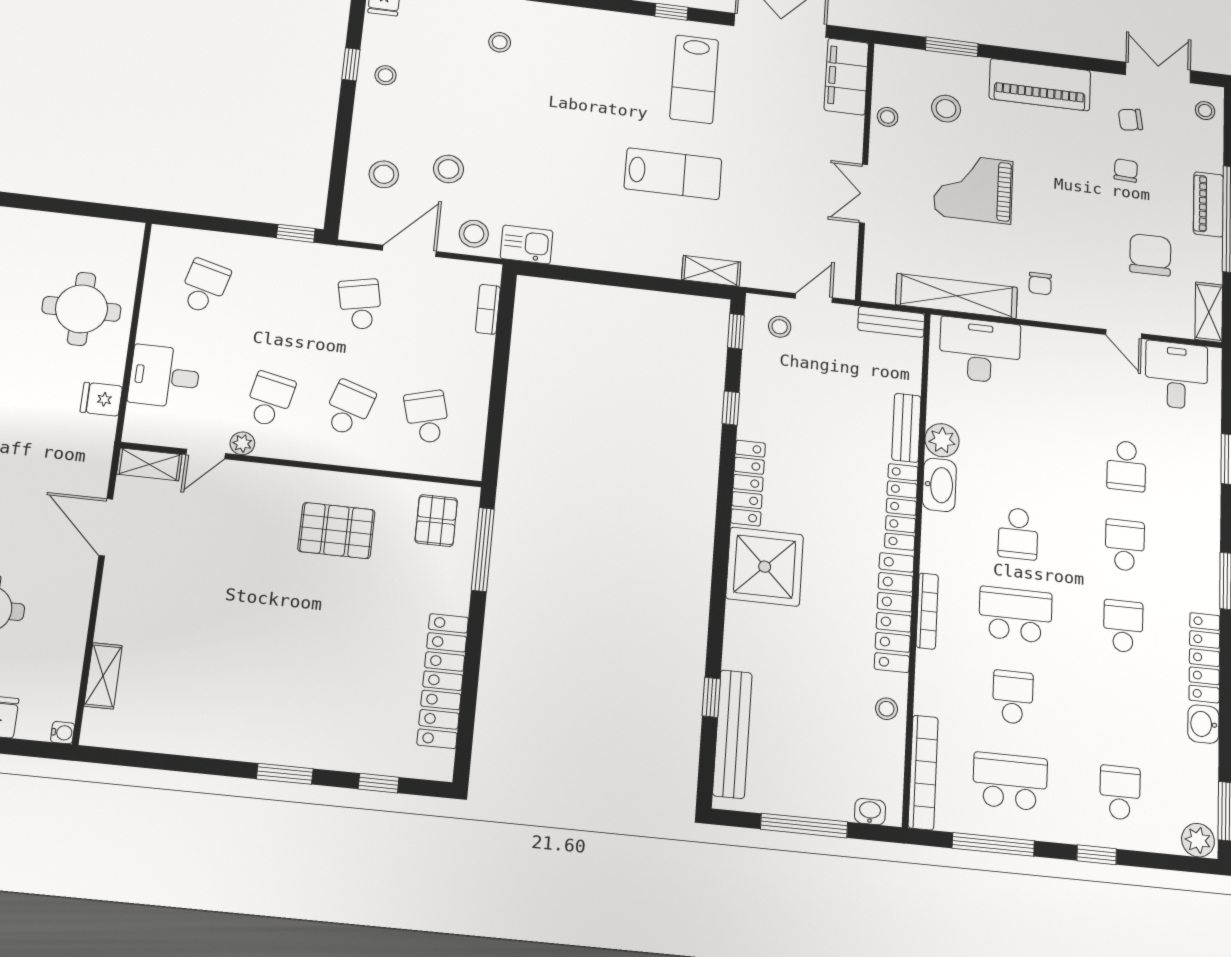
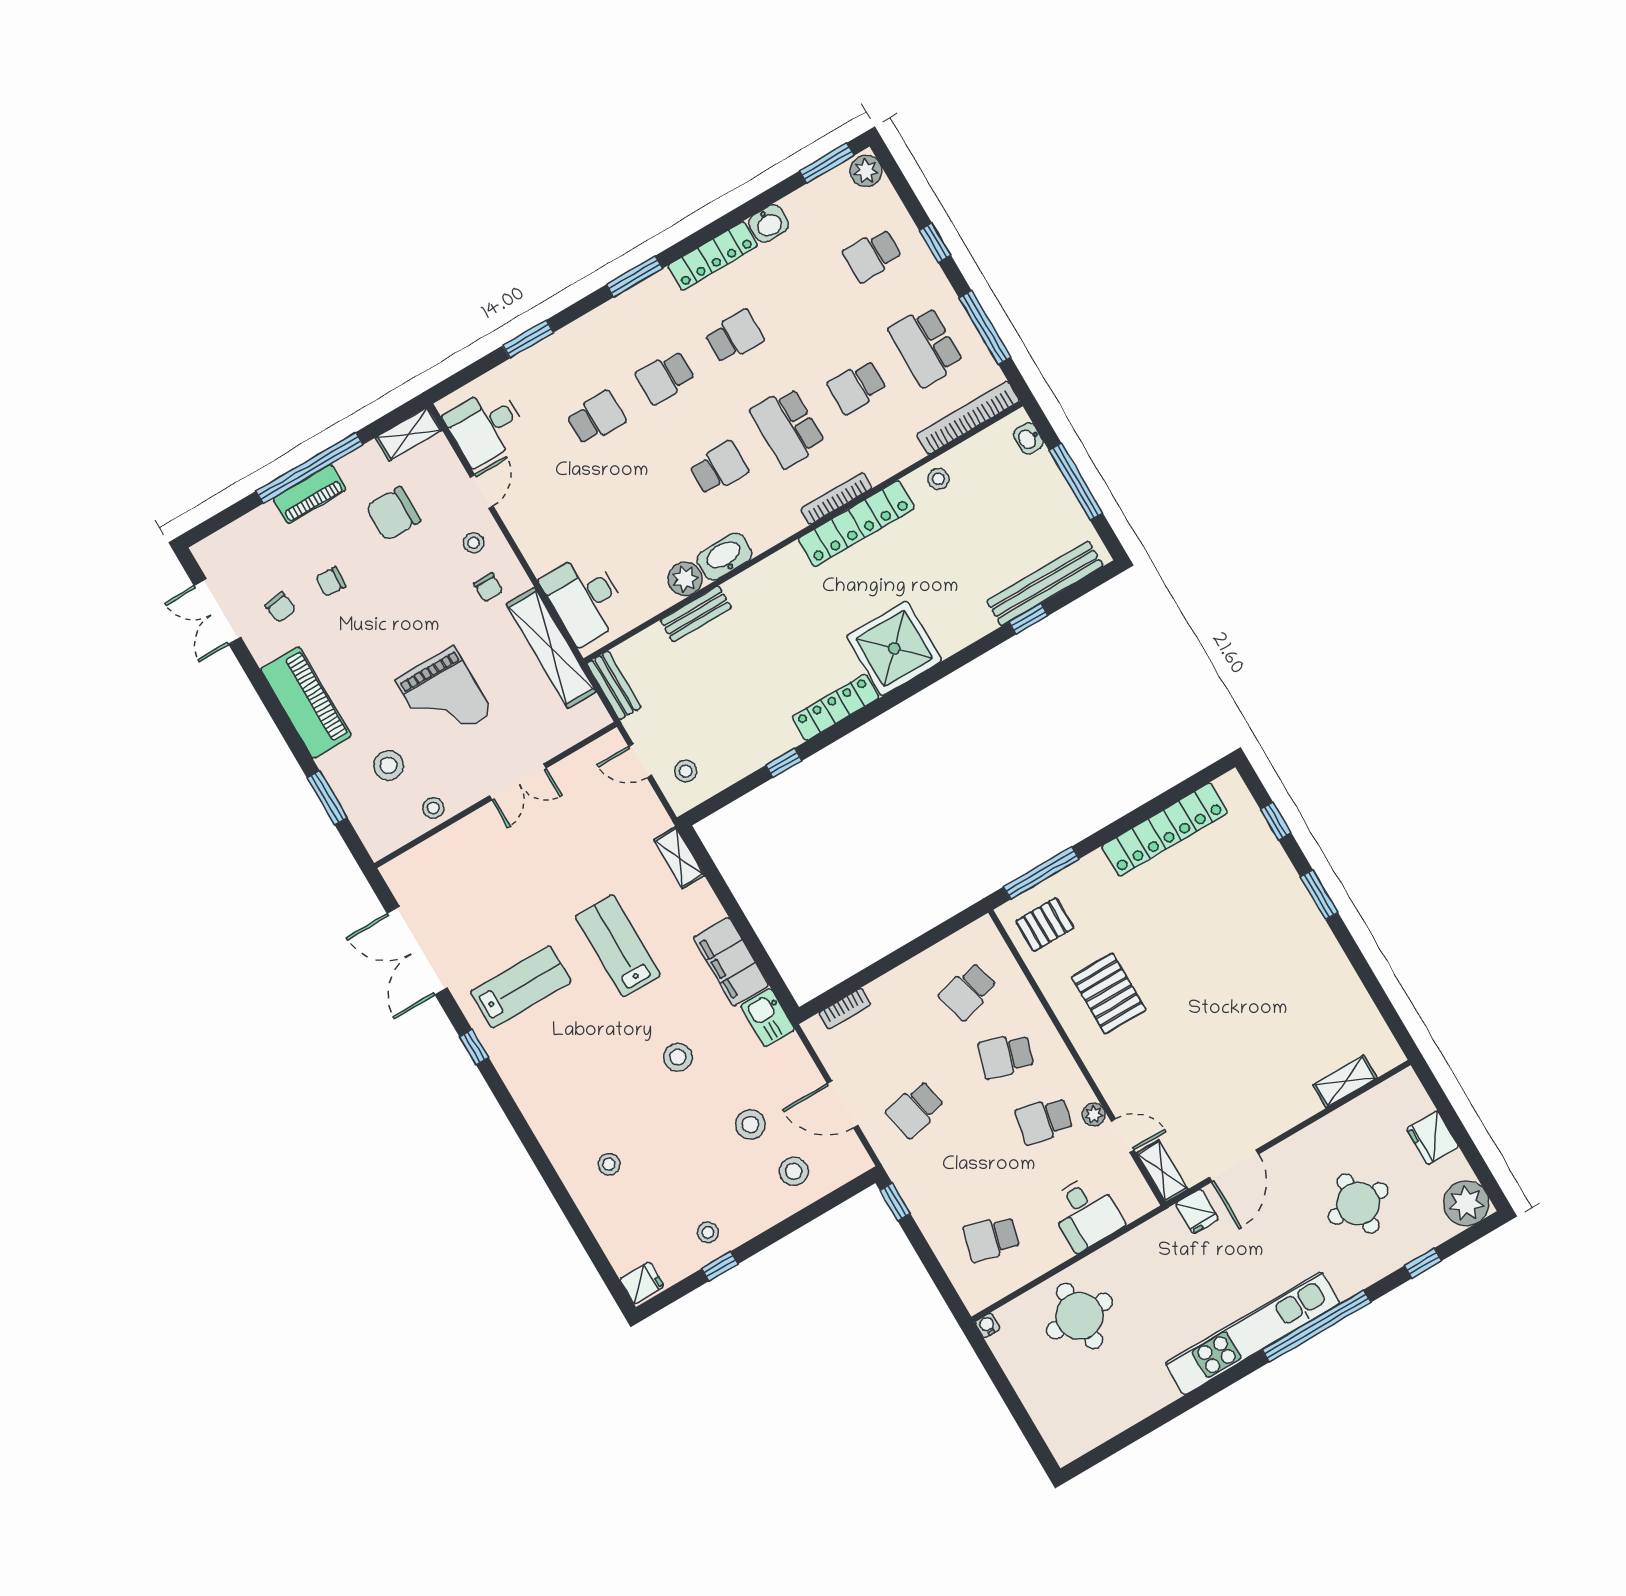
filing cabinet: (846, 77) -> (731, 962), moved, turned 90
stool: (1205, 111) -> (474, 543), moved
stool: (474, 234) -> (678, 1057), moved
chair: (1040, 284) -> (488, 587), turned 90
window: (736, 331) -> (716, 803), removed
fridge: (101, 399) -> (1197, 1212), moved
locker: (901, 507) -> (765, 575), removed
school desk: (1123, 626) -> (734, 336), turned 180
water cooler: (63, 733) -> (987, 1325), moved

